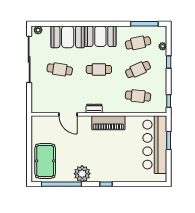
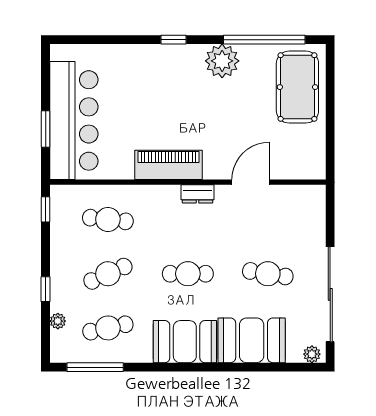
door: (68, 114) -> (251, 182), hinge flipped

